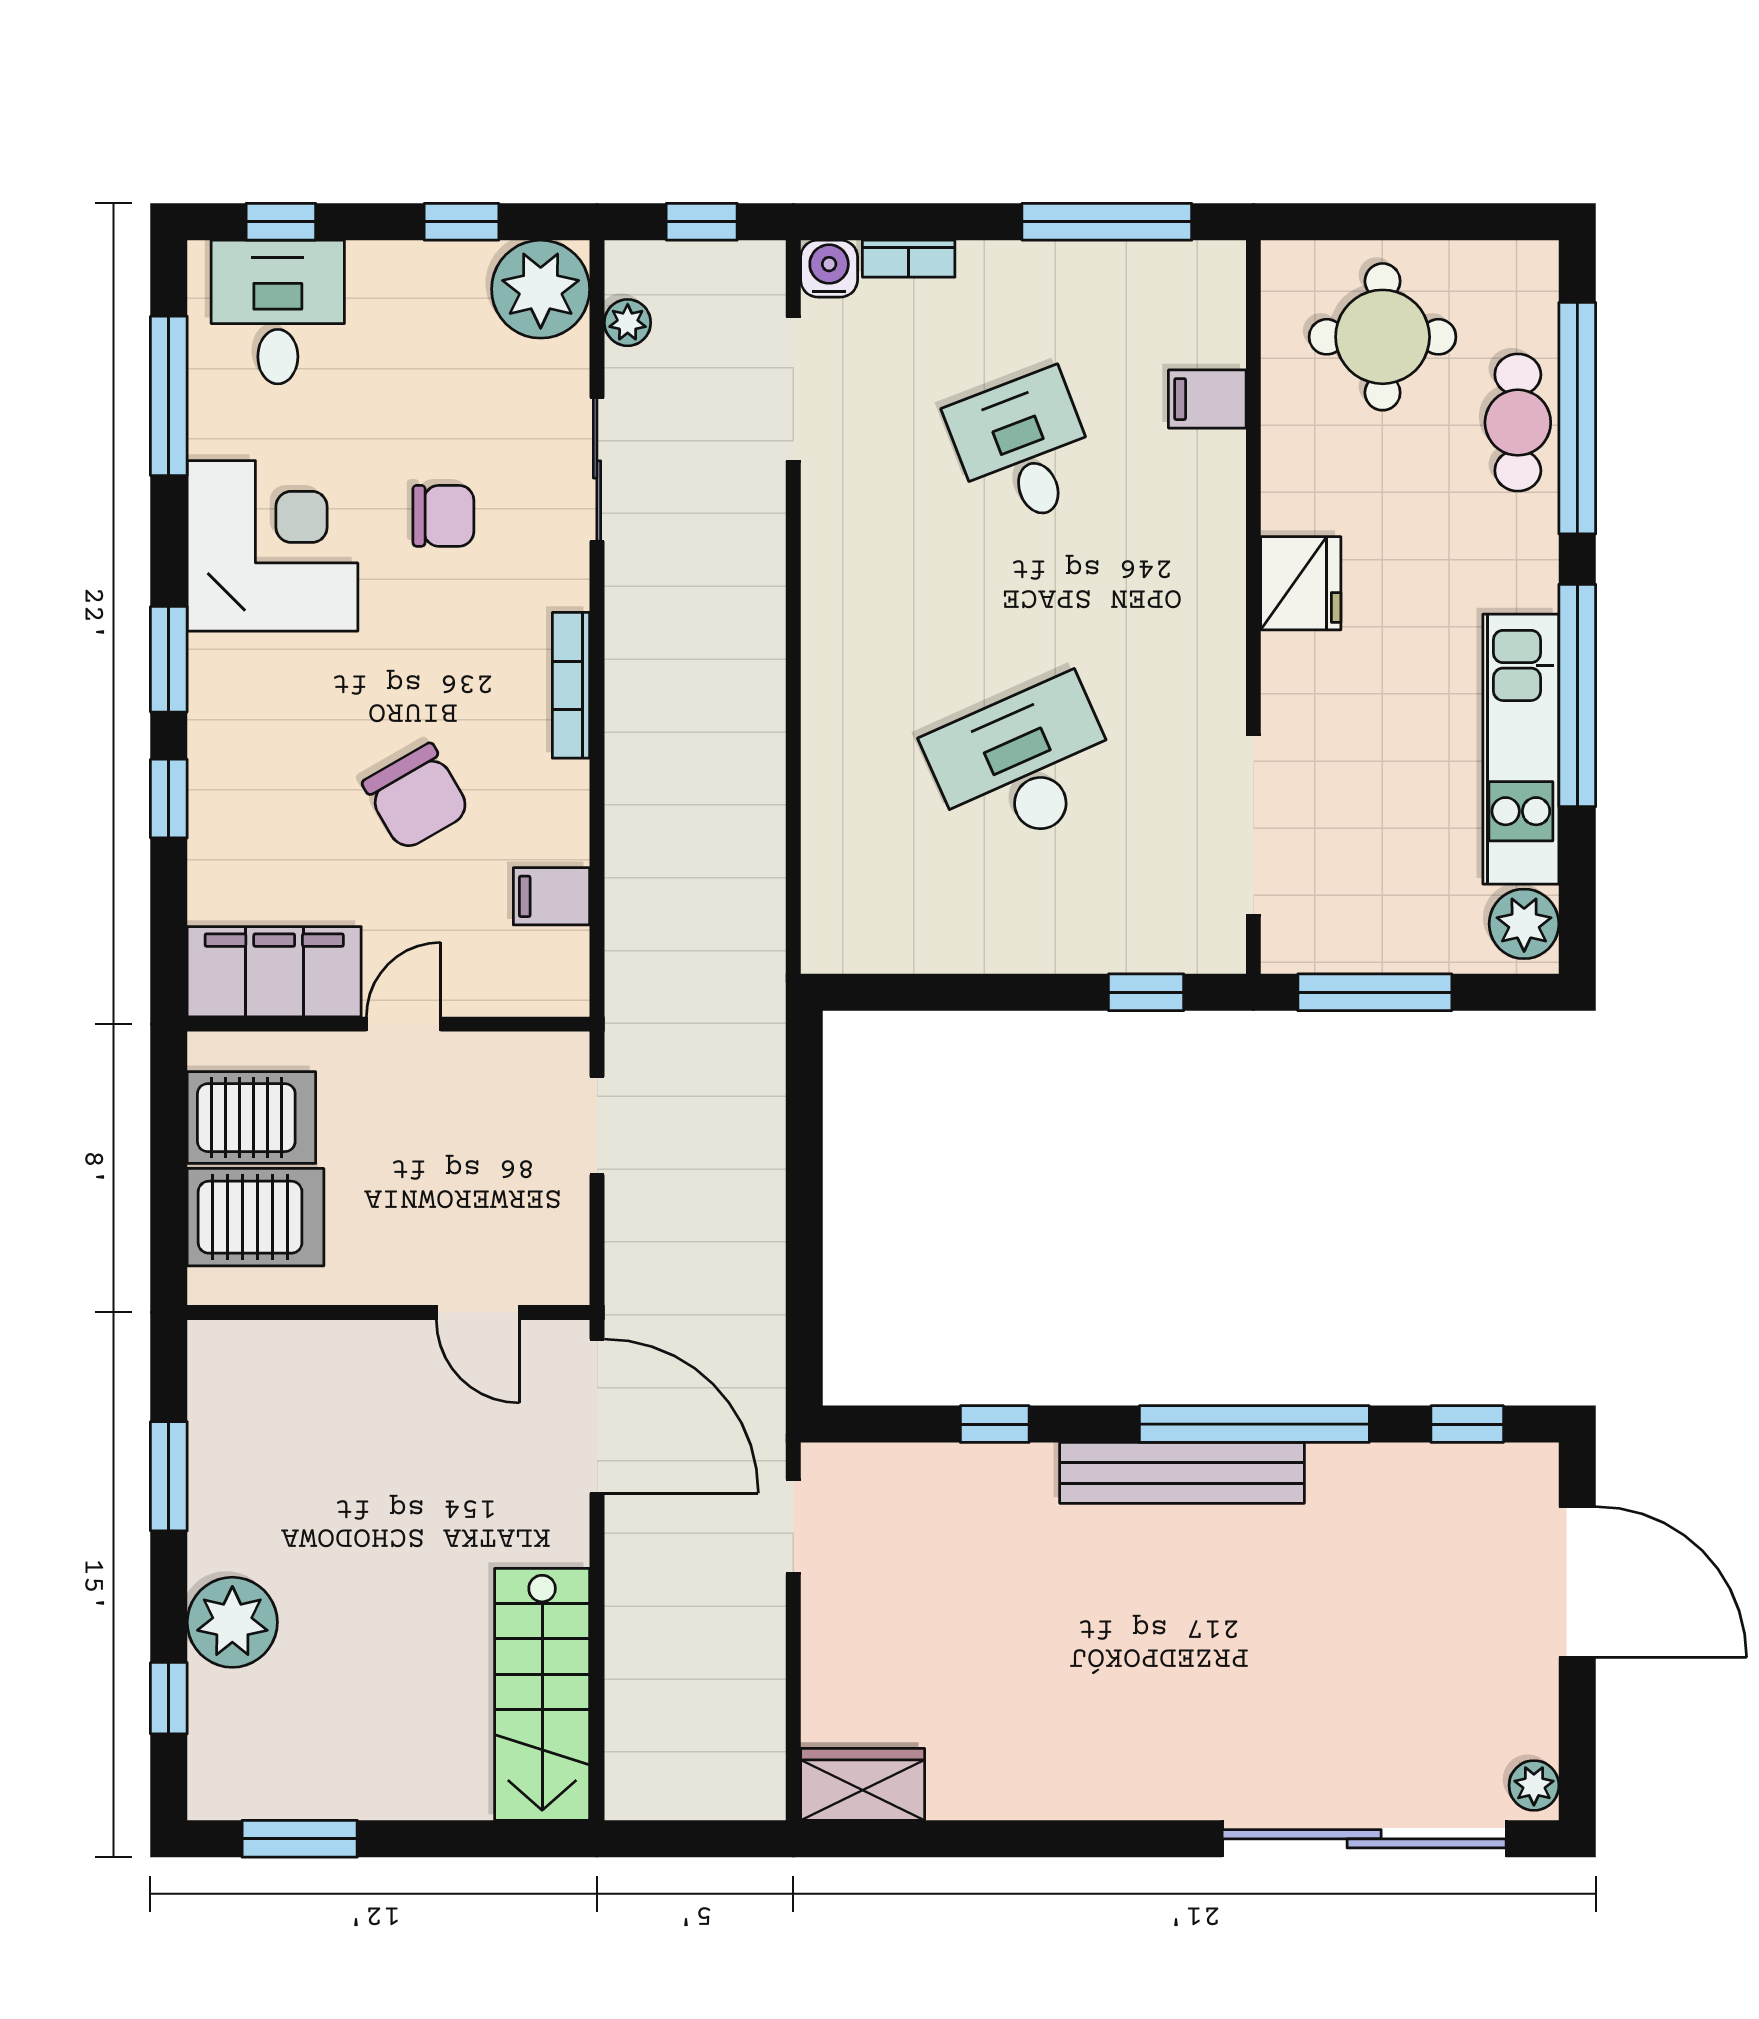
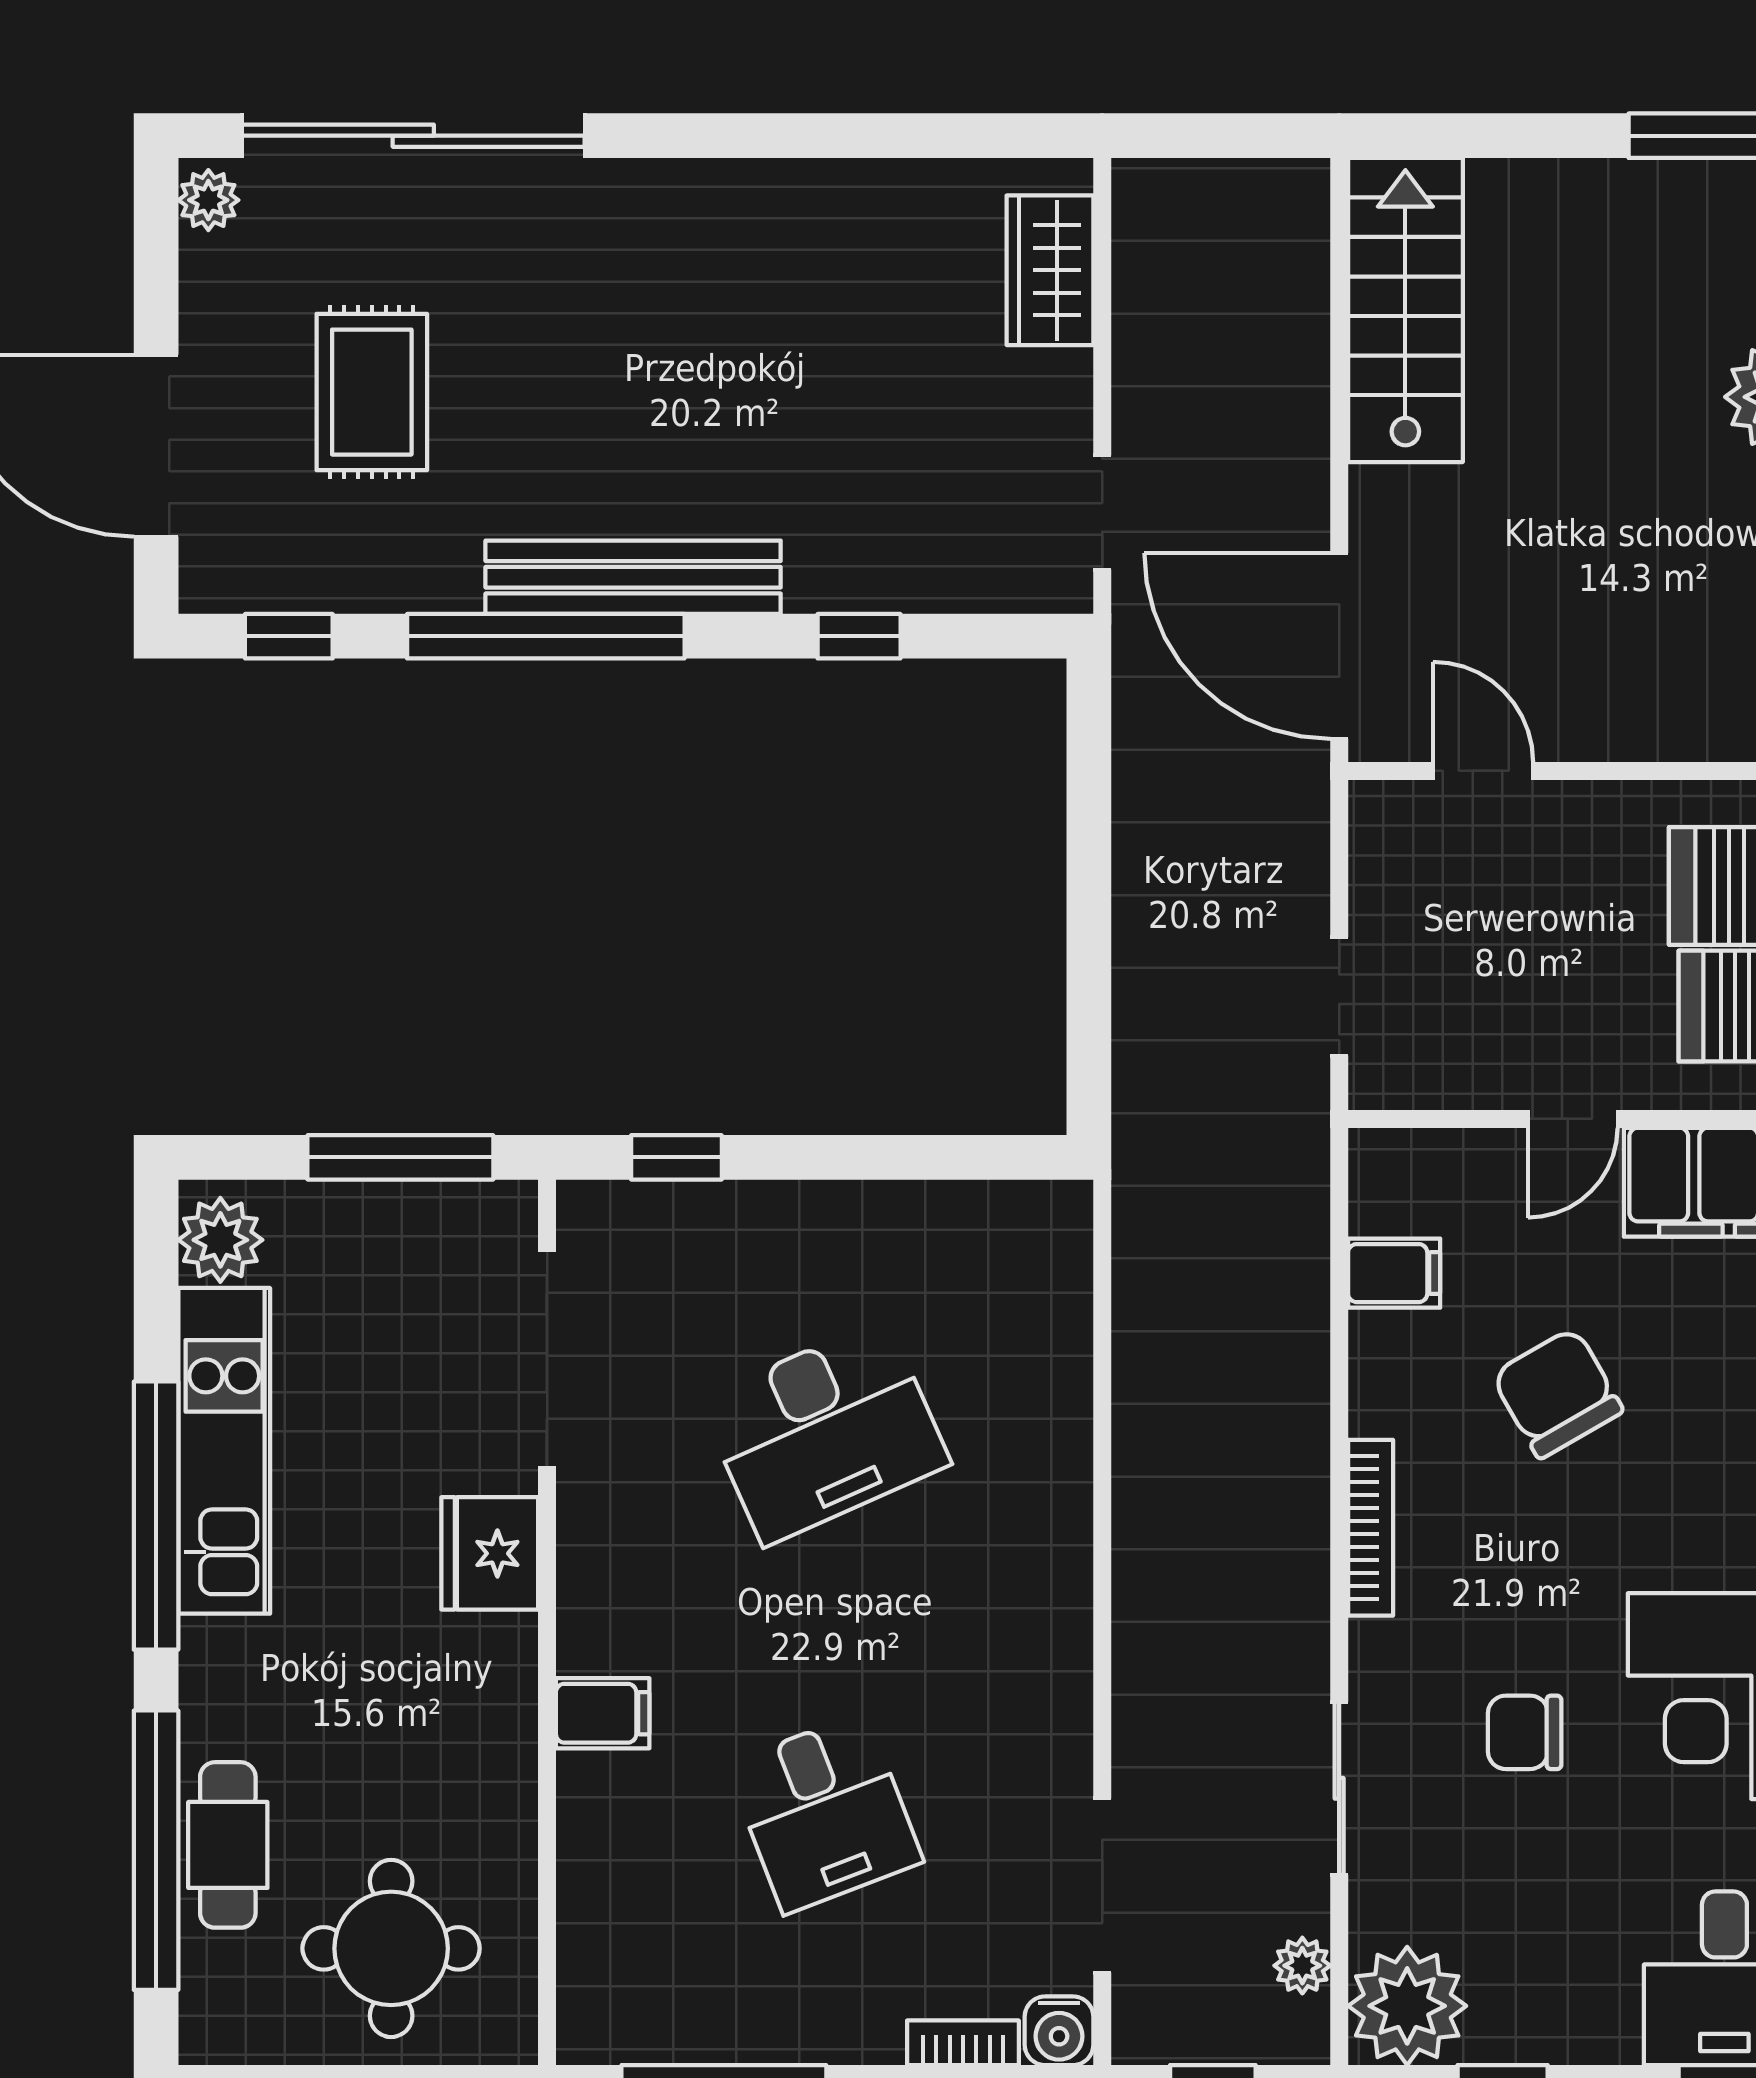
filing cabinet: (1207, 399) -> (603, 1713), moved
fridge: (1301, 583) -> (490, 1553), moved
rug: (1398, 1626) -> (372, 392), added
wardrobe: (863, 1784) -> (1050, 270), moved, turned 90

